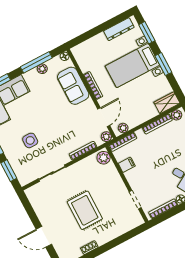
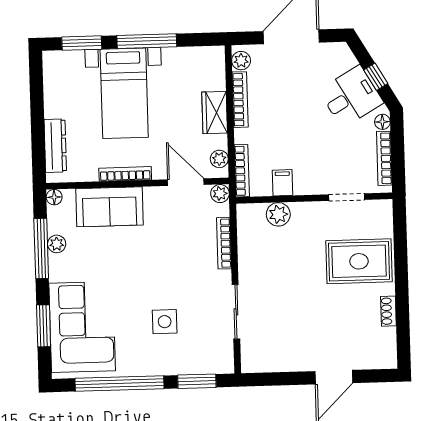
dresser: (119, 29) -> (55, 146), moved
window: (163, 64) -> (147, 41), width x1.44
wardrobe: (167, 103) -> (215, 113), moved
plant: (104, 158) -> (278, 214), moved
rug: (85, 210) -> (359, 261), moved

